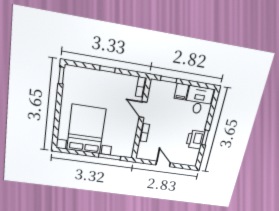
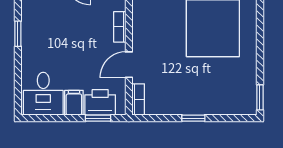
door: (143, 110) -> (129, 65), swing flipped
printer: (195, 140) -> (100, 102), moved, turned -90

